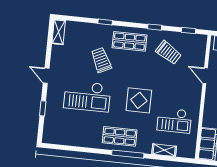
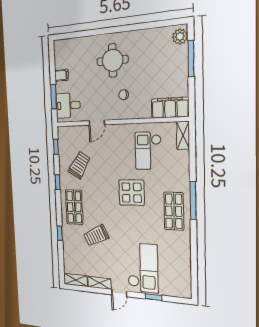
shelving: (56, 57) -> (99, 283), added
checkout: (87, 96) -> (143, 268), moved
checkout: (174, 120) -> (148, 151), turned 180
shelving: (164, 150) -> (183, 135), moved

